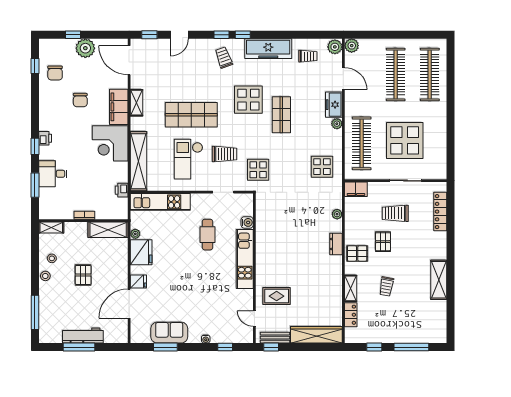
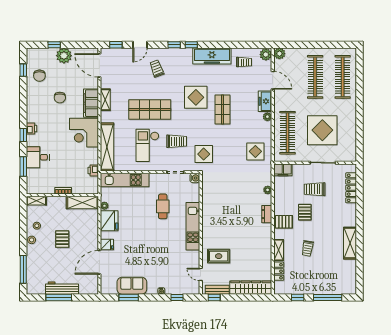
trolley: (224, 58) -> (157, 69), moved
water cooler: (247, 222) -> (195, 178), moved

